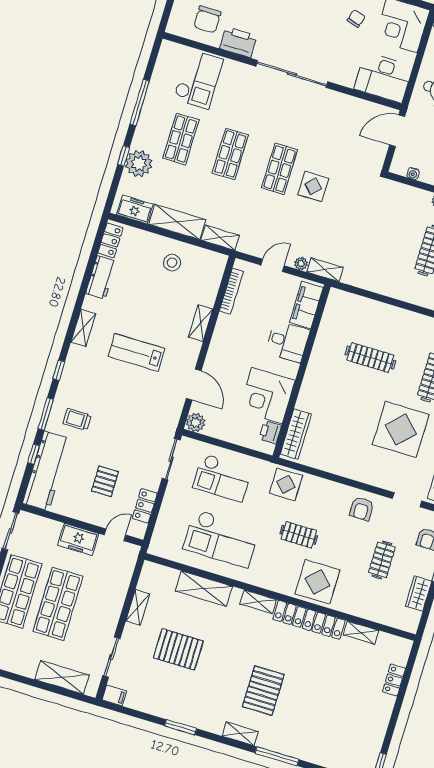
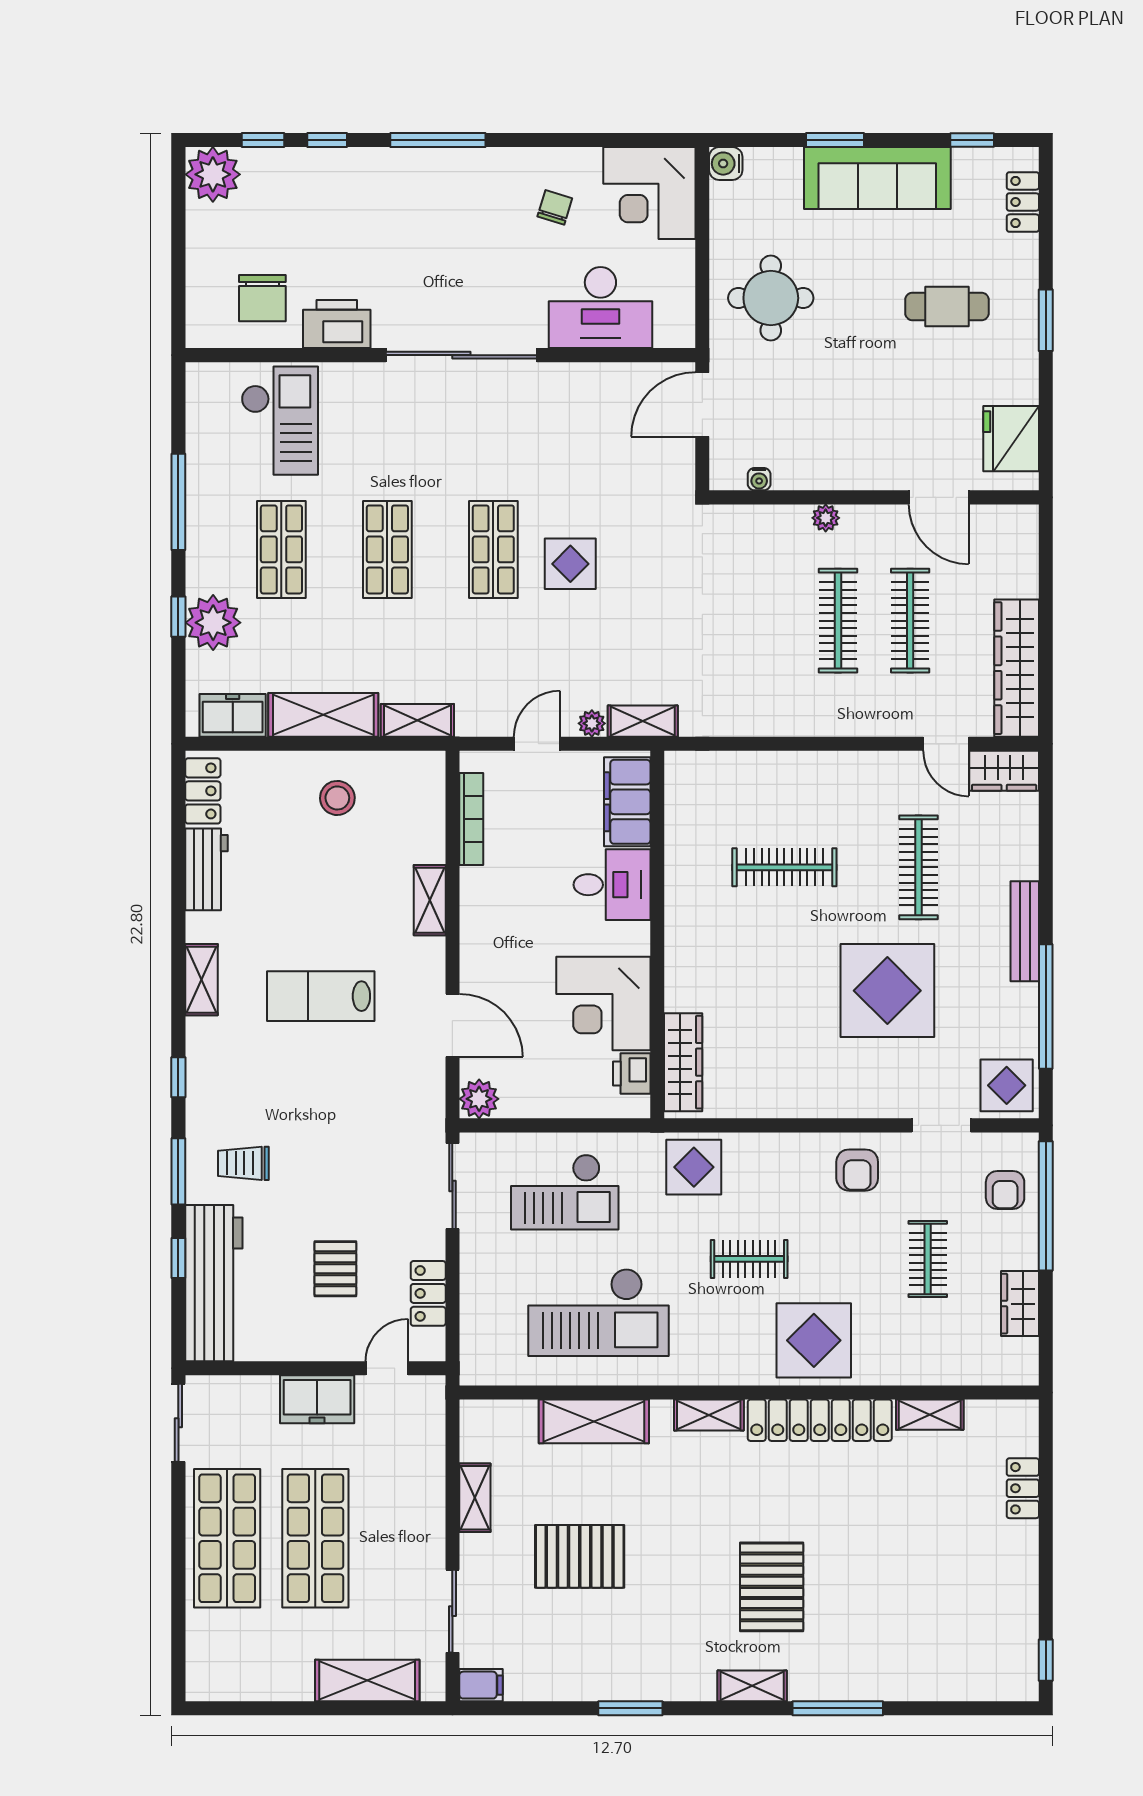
desk: (383, 77) -> (600, 308), moved

